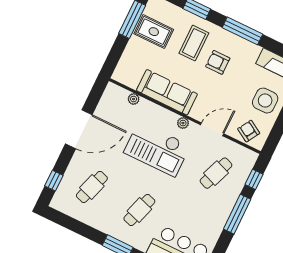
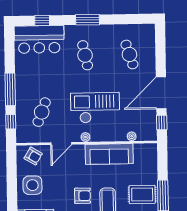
window: (54, 181) -> (162, 122), moved
cafe table: (92, 187) -> (129, 55), turned -36
cafe table: (139, 210) -> (85, 55), turned -30

